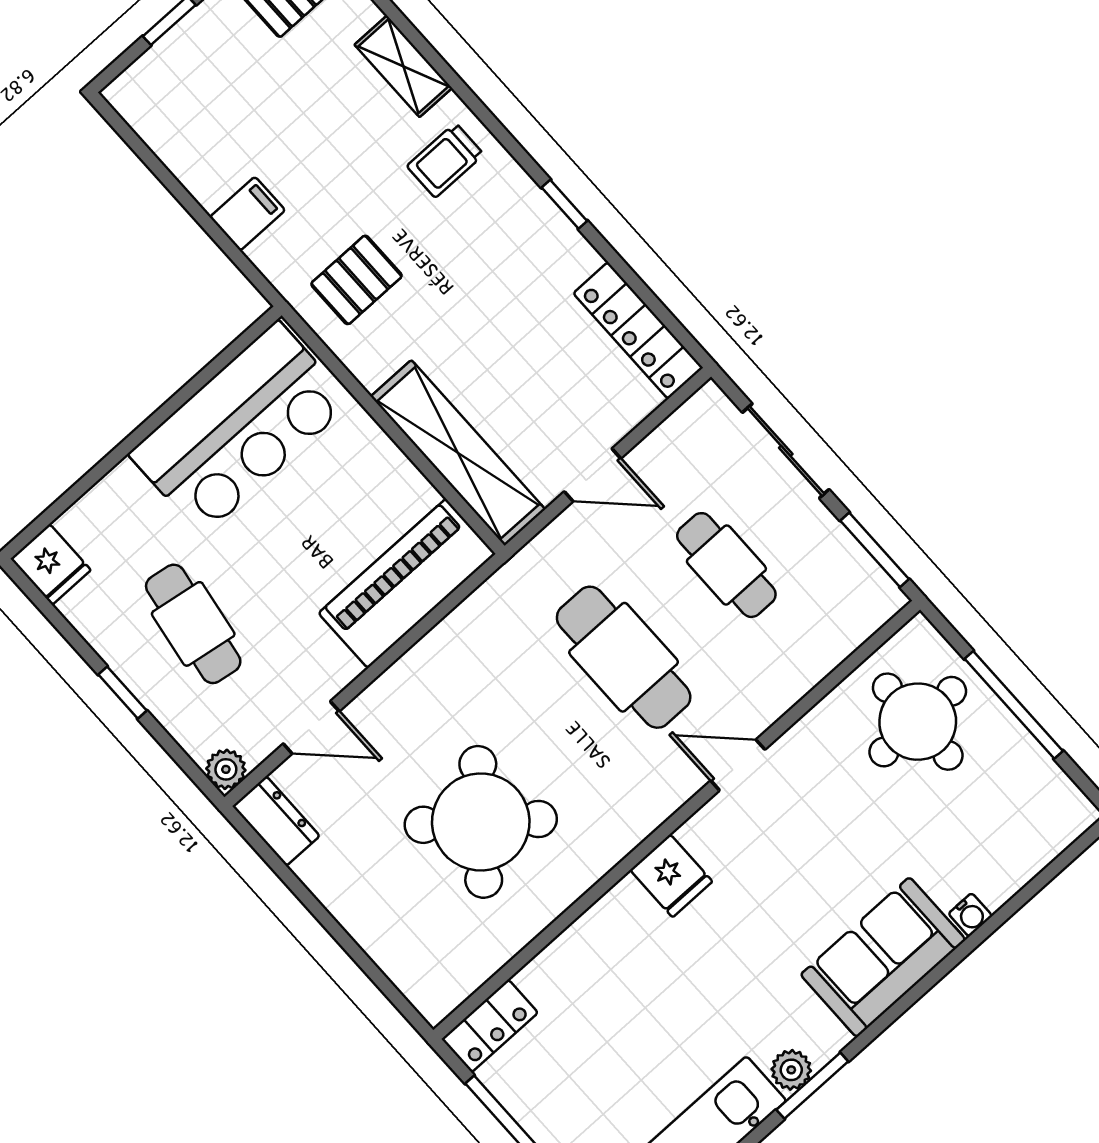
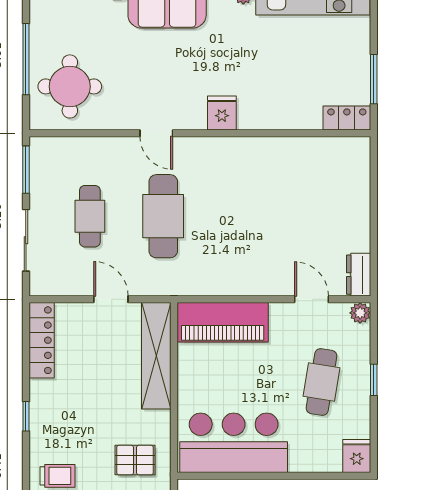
round table: (481, 822) -> (278, 202), removed

